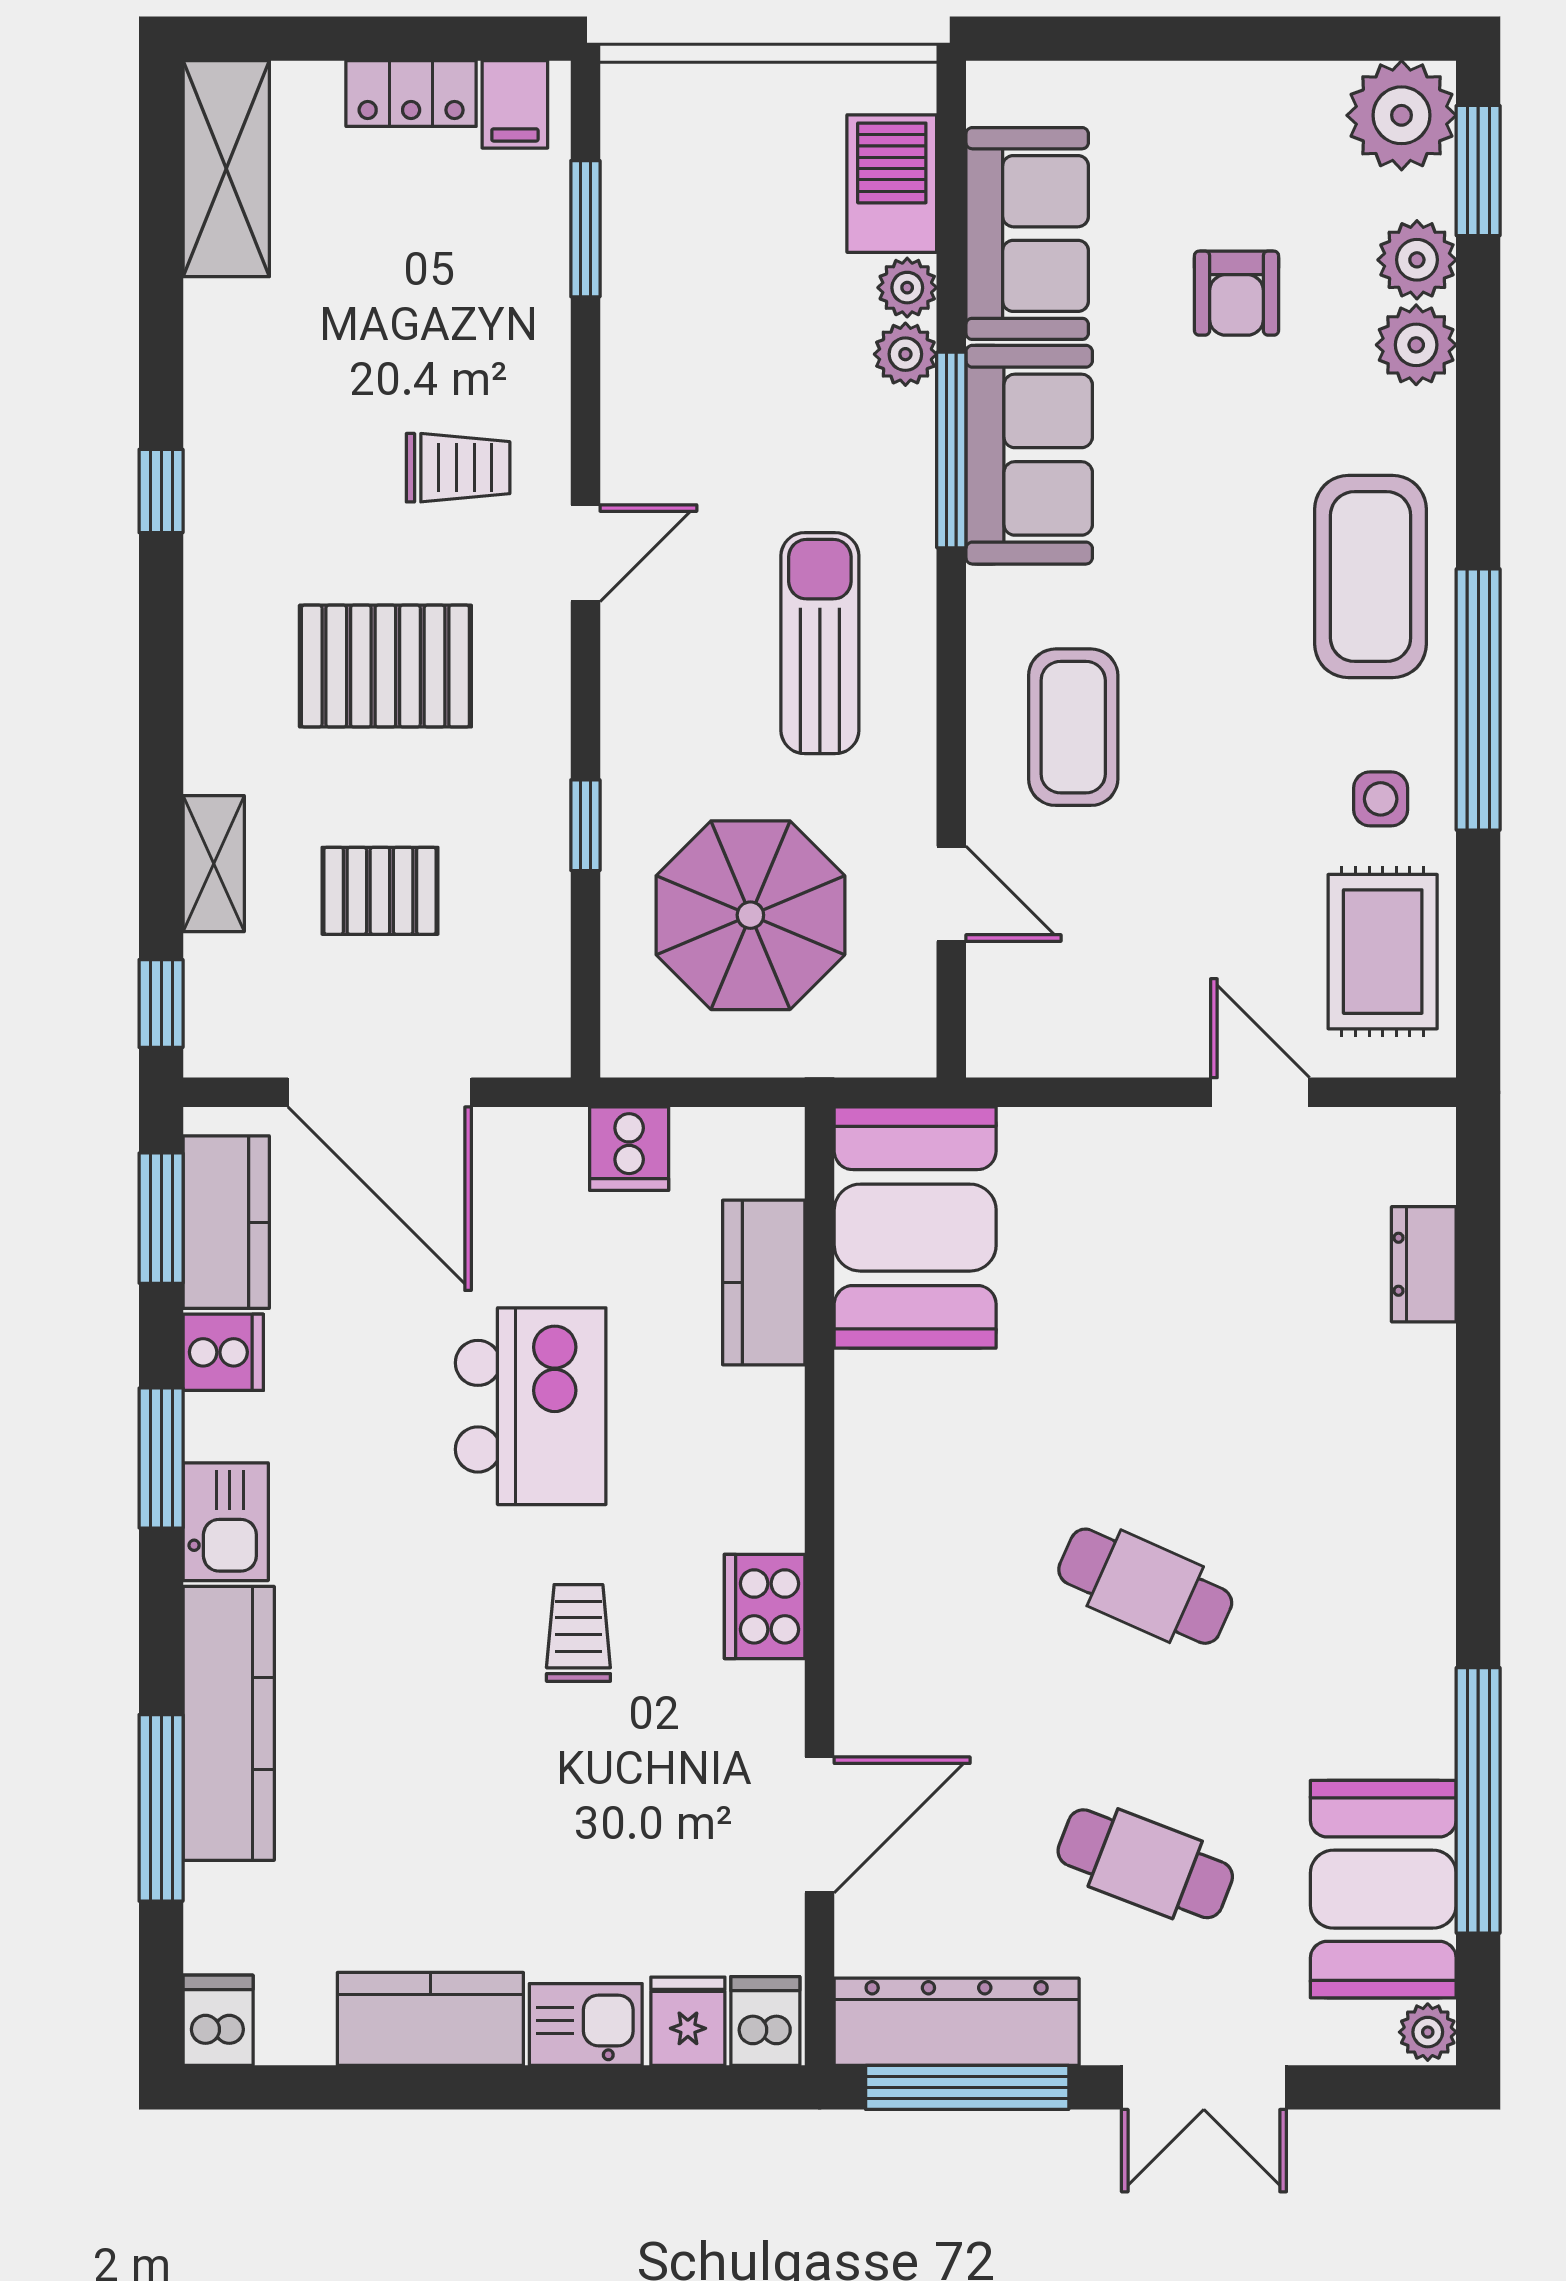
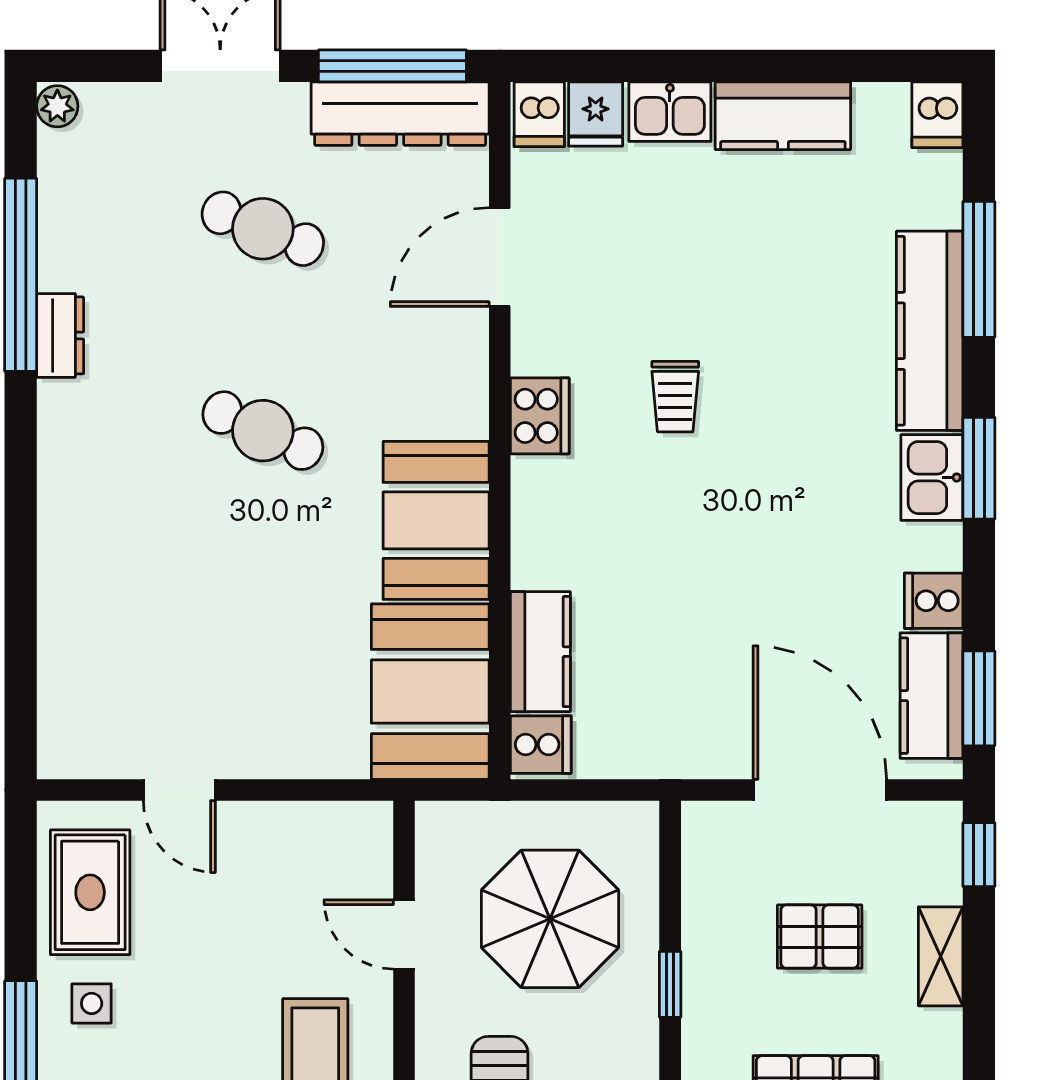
cooker: (629, 1149) -> (541, 745), moved, turned 90
dresser: (1424, 1264) -> (60, 335), moved
kitchen island: (531, 1406) -> (710, 562), removed
window: (161, 1458) -> (979, 468), moved
booth: (1383, 1889) -> (436, 520), moved

